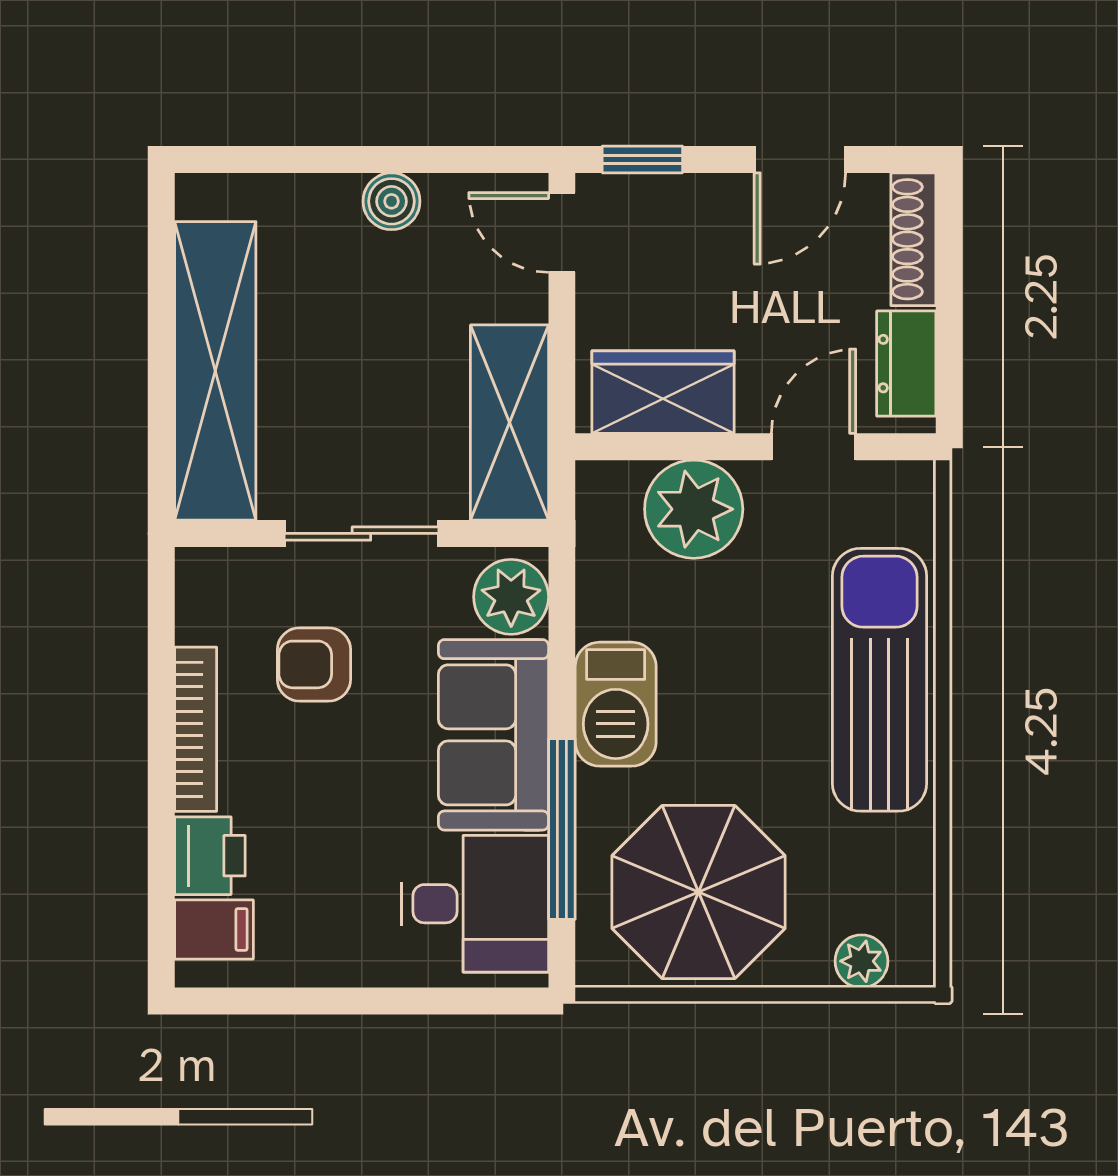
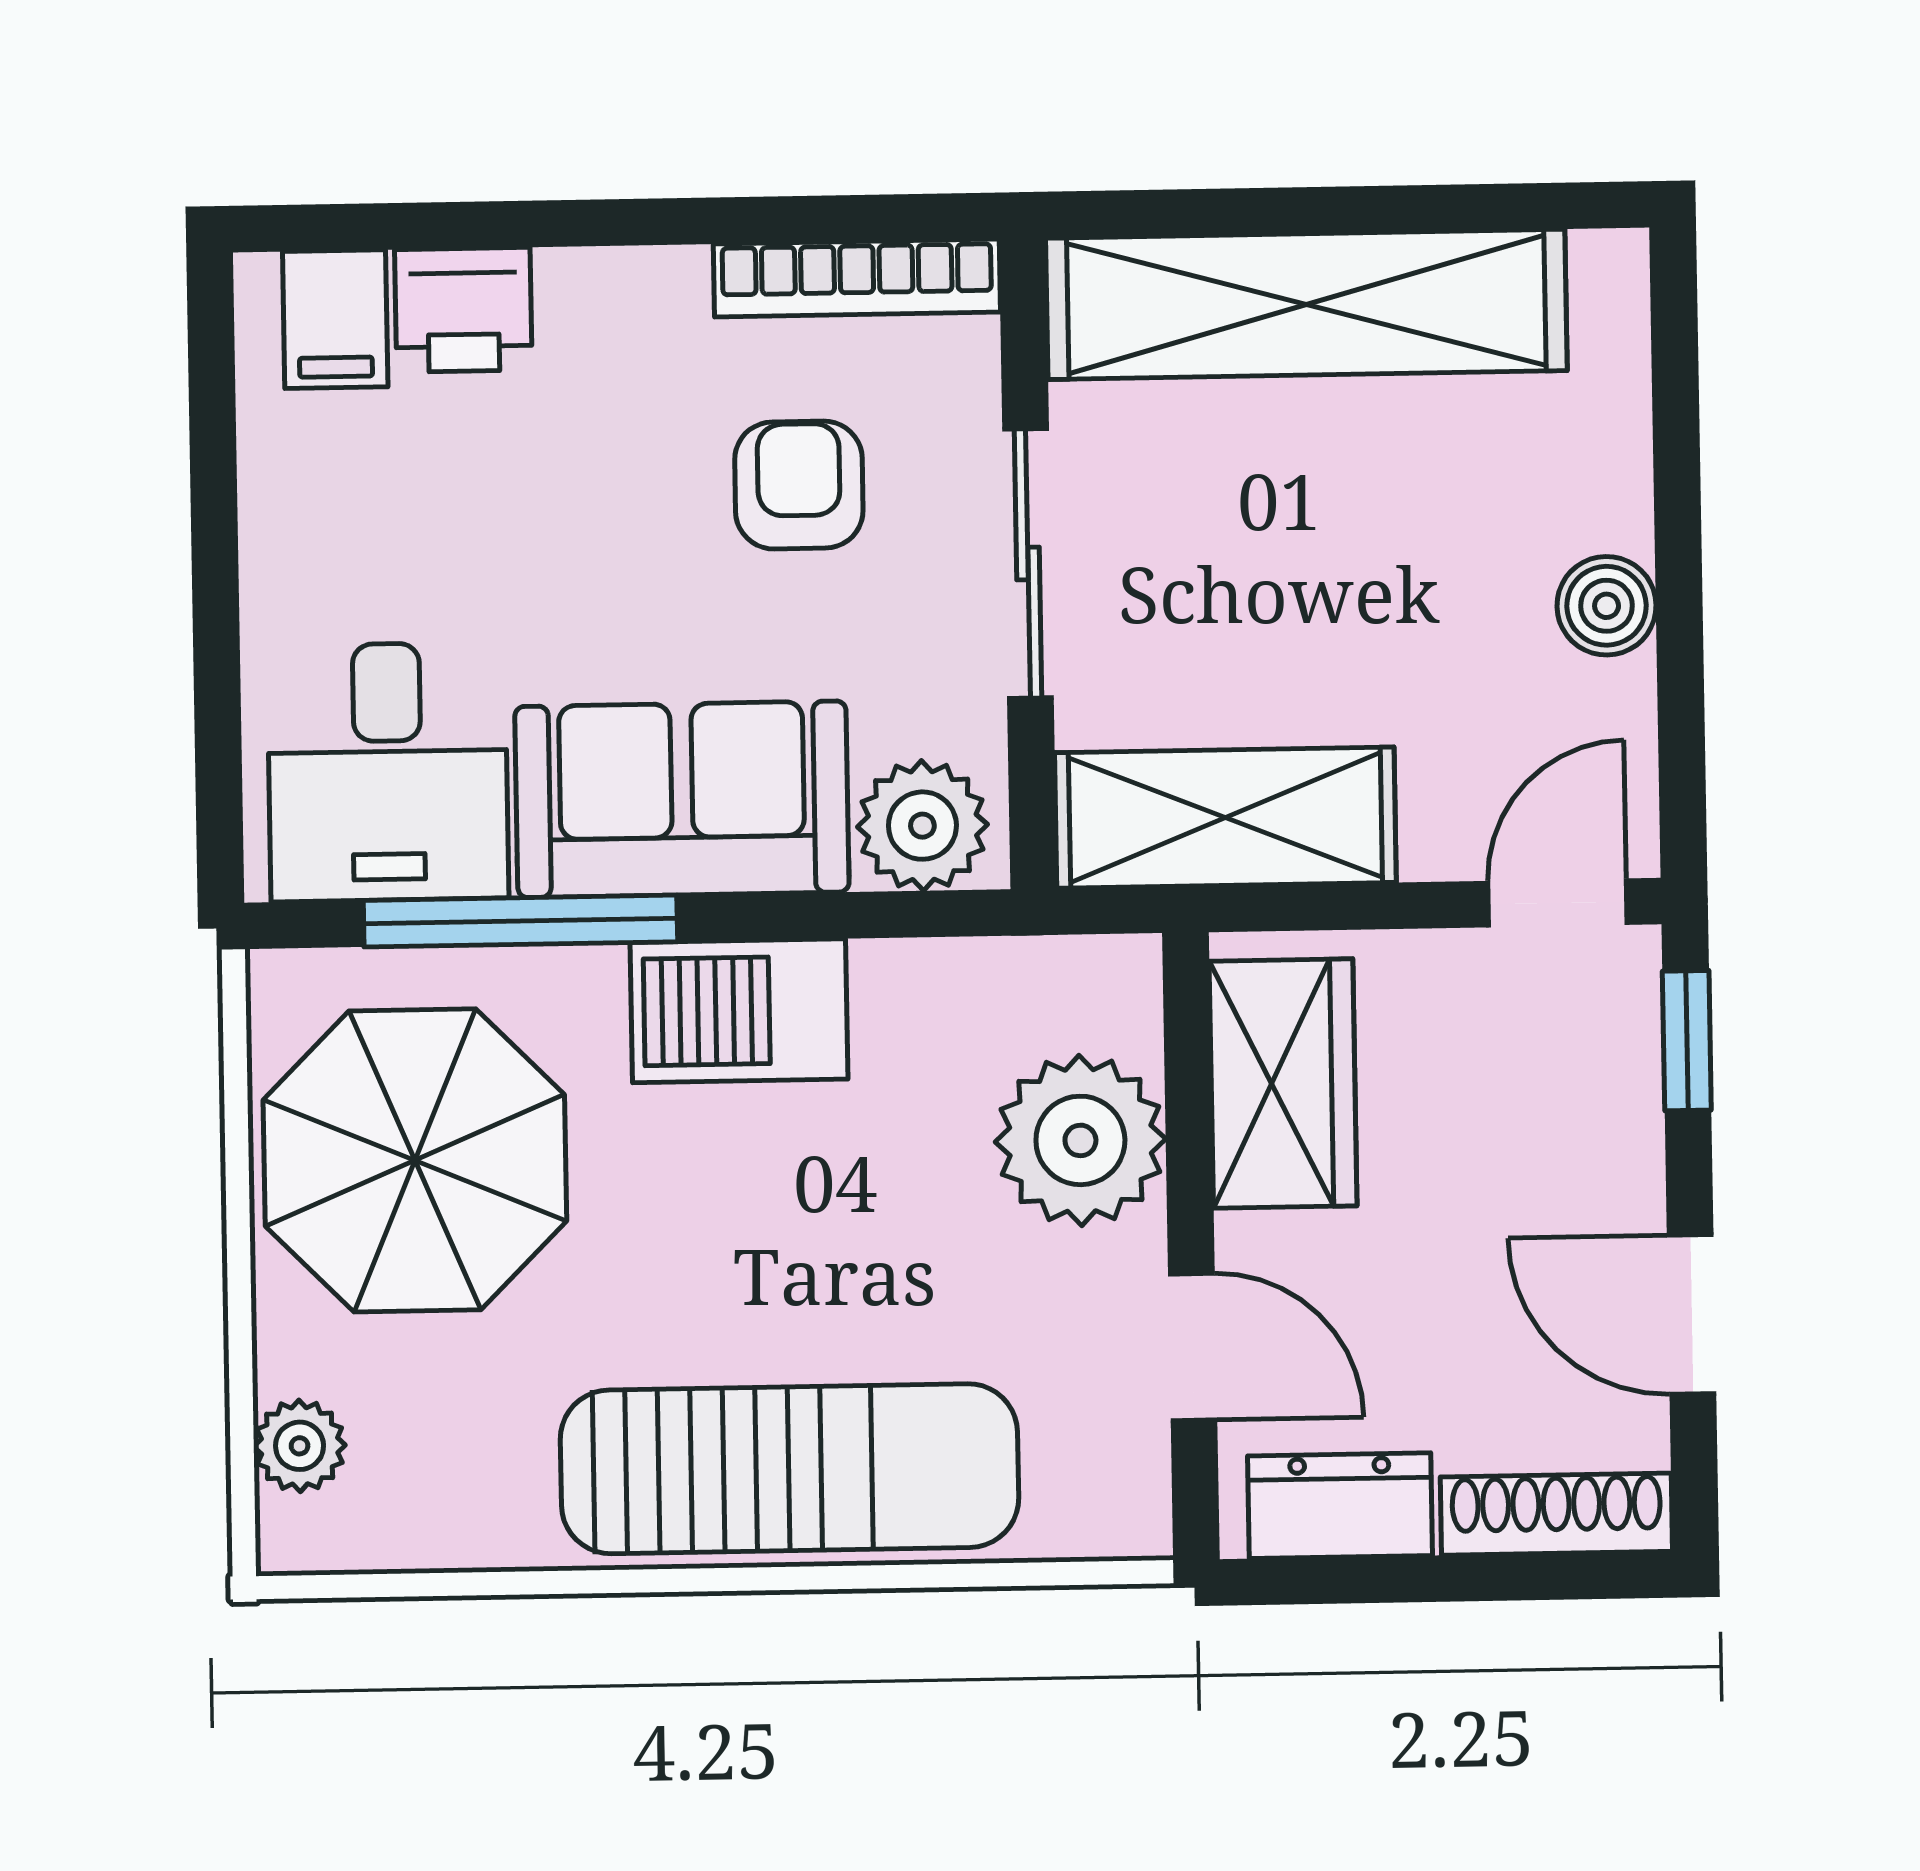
bookcase: (196, 729) -> (857, 278), moved

